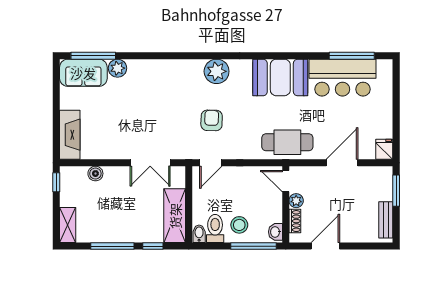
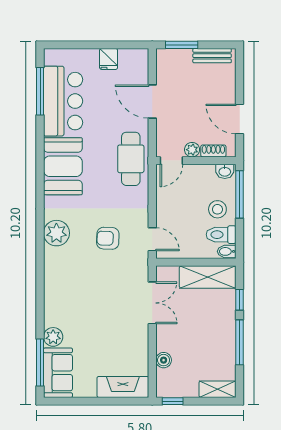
fridge: (384, 149) -> (109, 59), moved, turned -90

